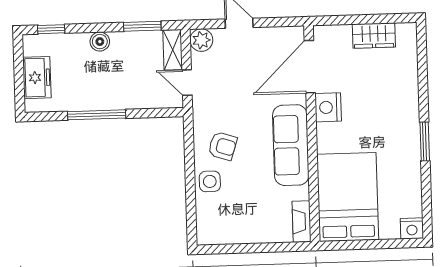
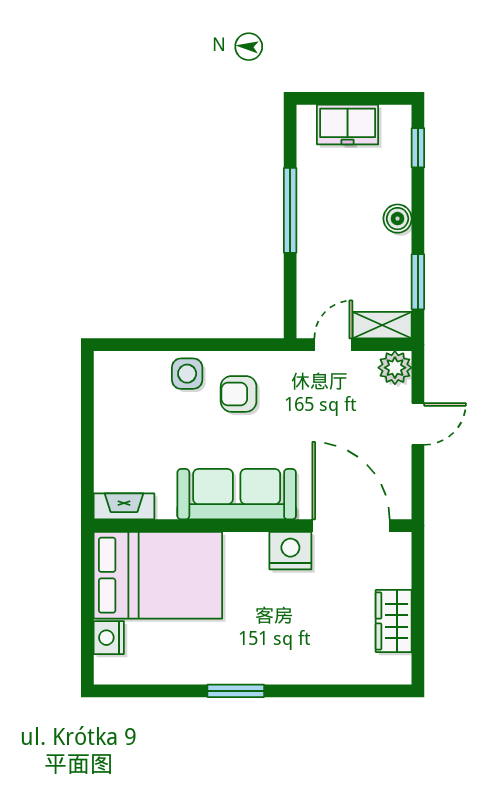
armchair: (223, 146) -> (239, 394), turned 72
nightstand: (412, 228) -> (109, 638), moved

